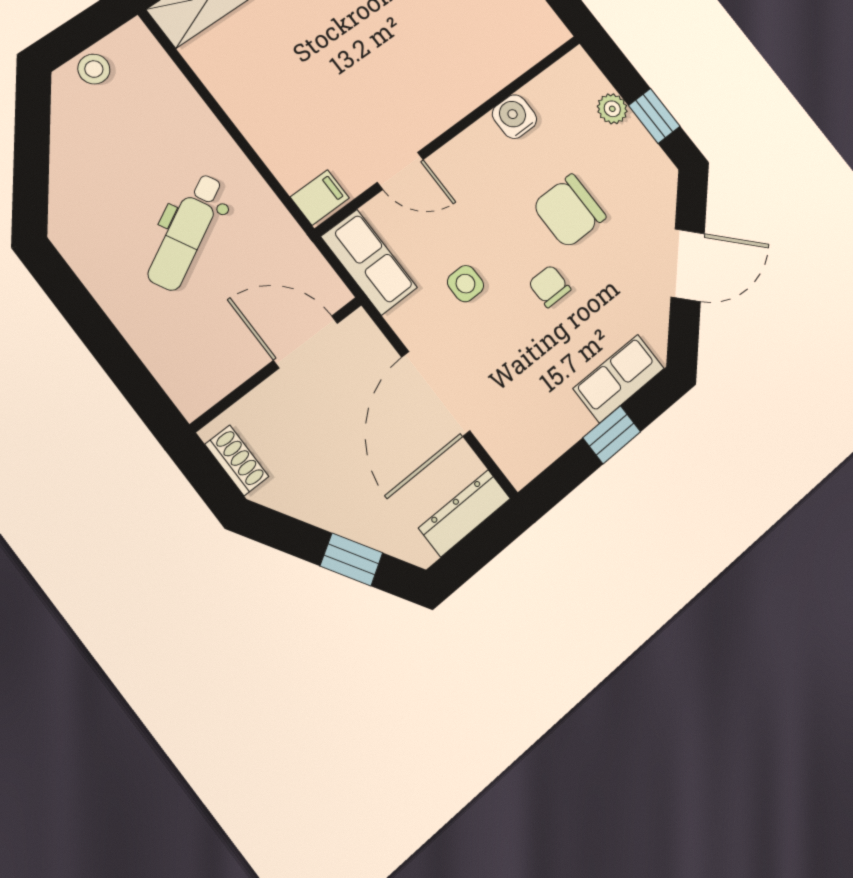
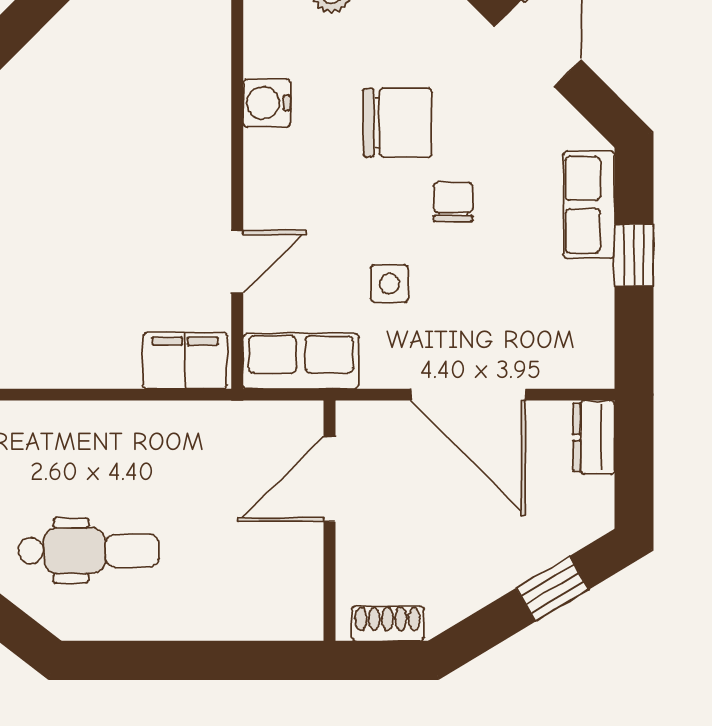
filing cabinet: (320, 197) -> (185, 361), width x2.00
chair: (569, 211) -> (397, 123), turned -90
dental chair: (187, 232) -> (89, 551), moved, turned -62
chair: (550, 286) -> (453, 202), turned 90
dresser: (465, 513) -> (594, 437), width x0.70

